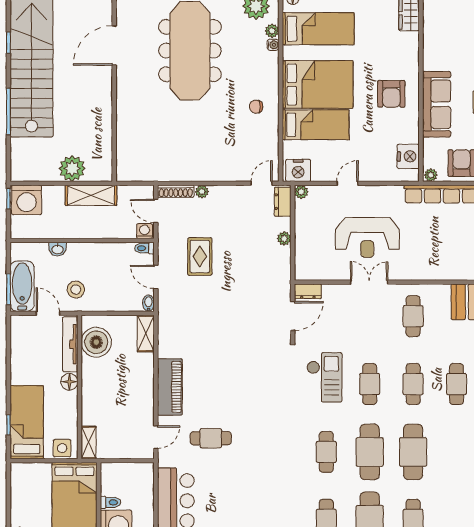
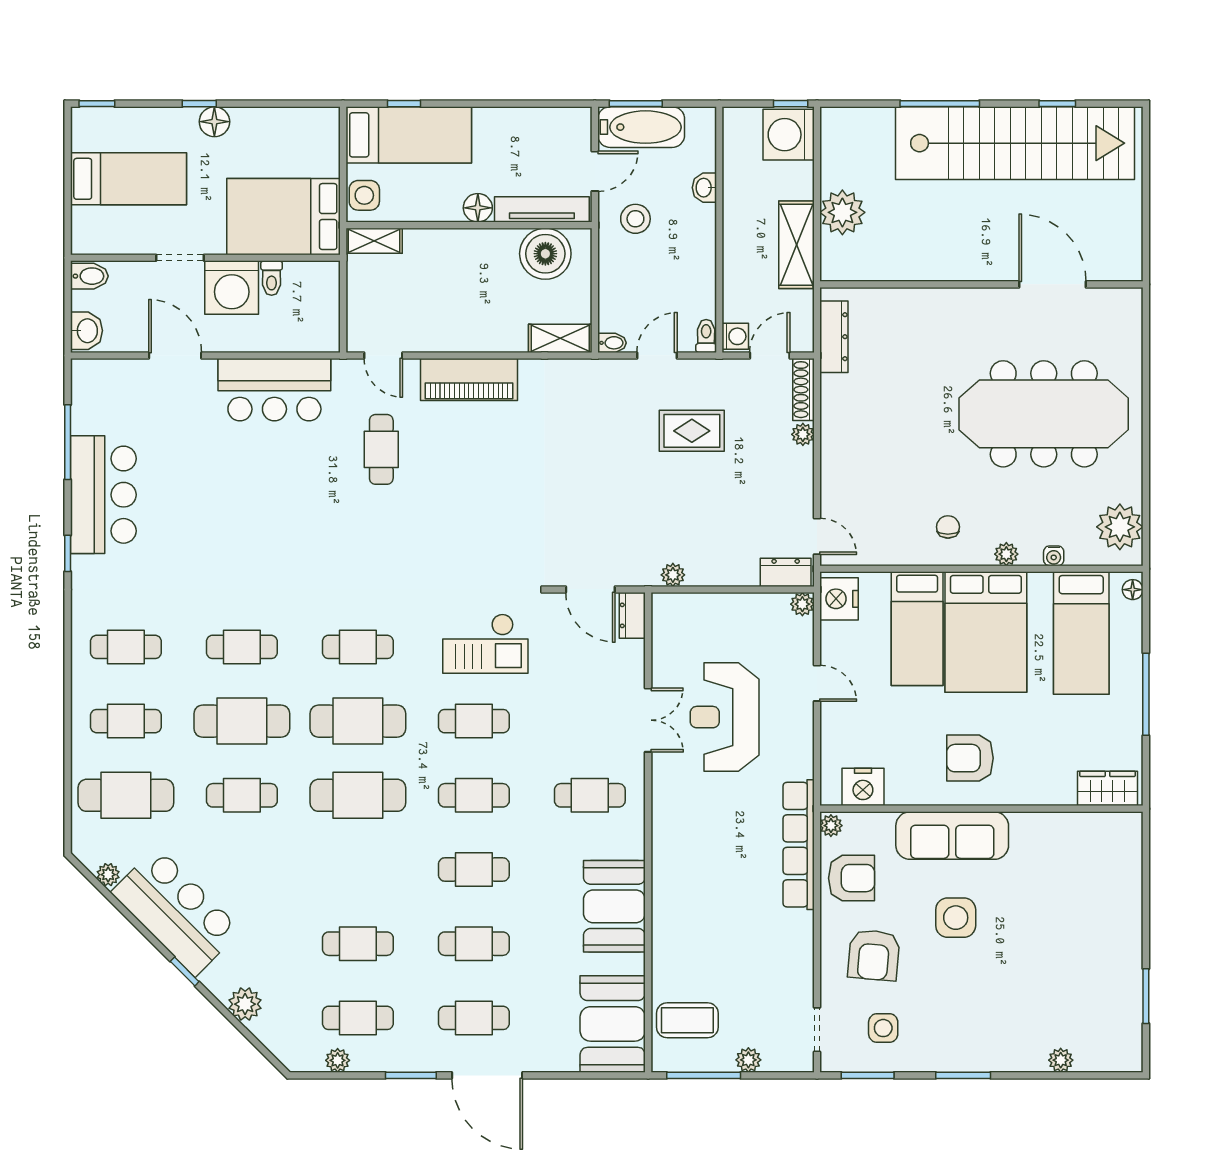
plant: (272, 31) -> (1006, 554), moved
dresser: (145, 173) -> (834, 337), added
plant: (284, 238) -> (673, 575), moved

